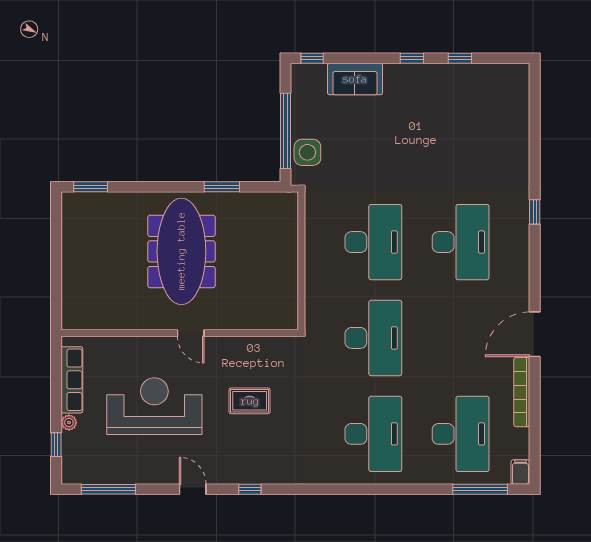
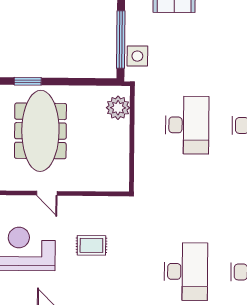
window: (222, 187) -> (28, 81), moved
plant: (283, 220) -> (118, 108), added
desk: (373, 338) -> (187, 198), removed

